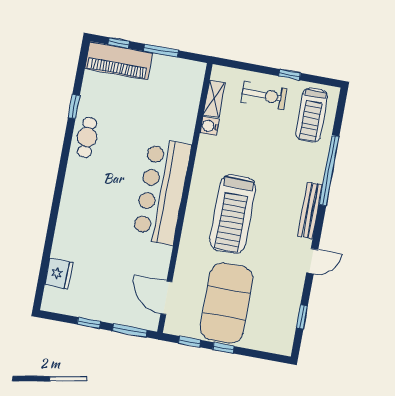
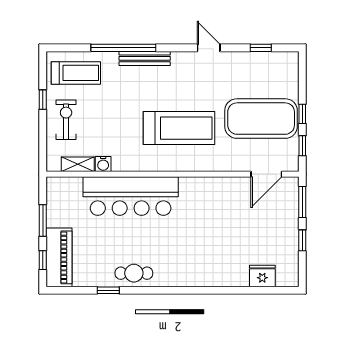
bar counter: (162, 191) -> (131, 196), moved
bench: (310, 210) -> (145, 58), moved

